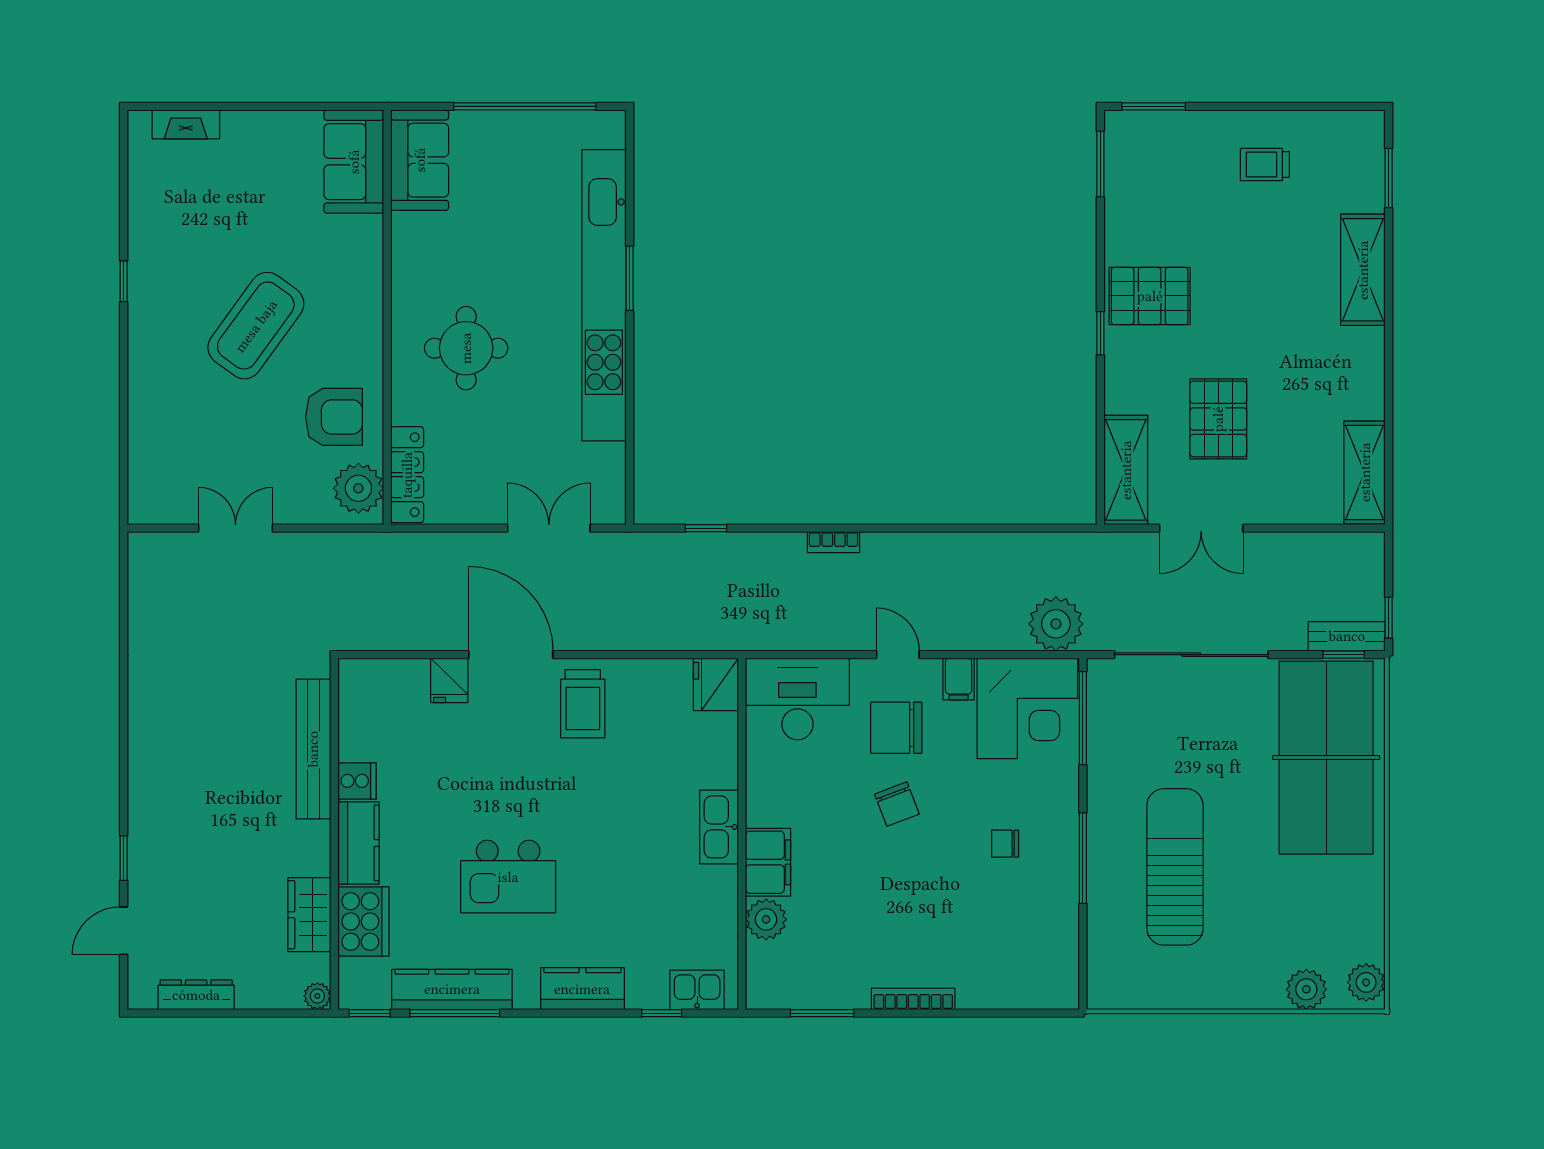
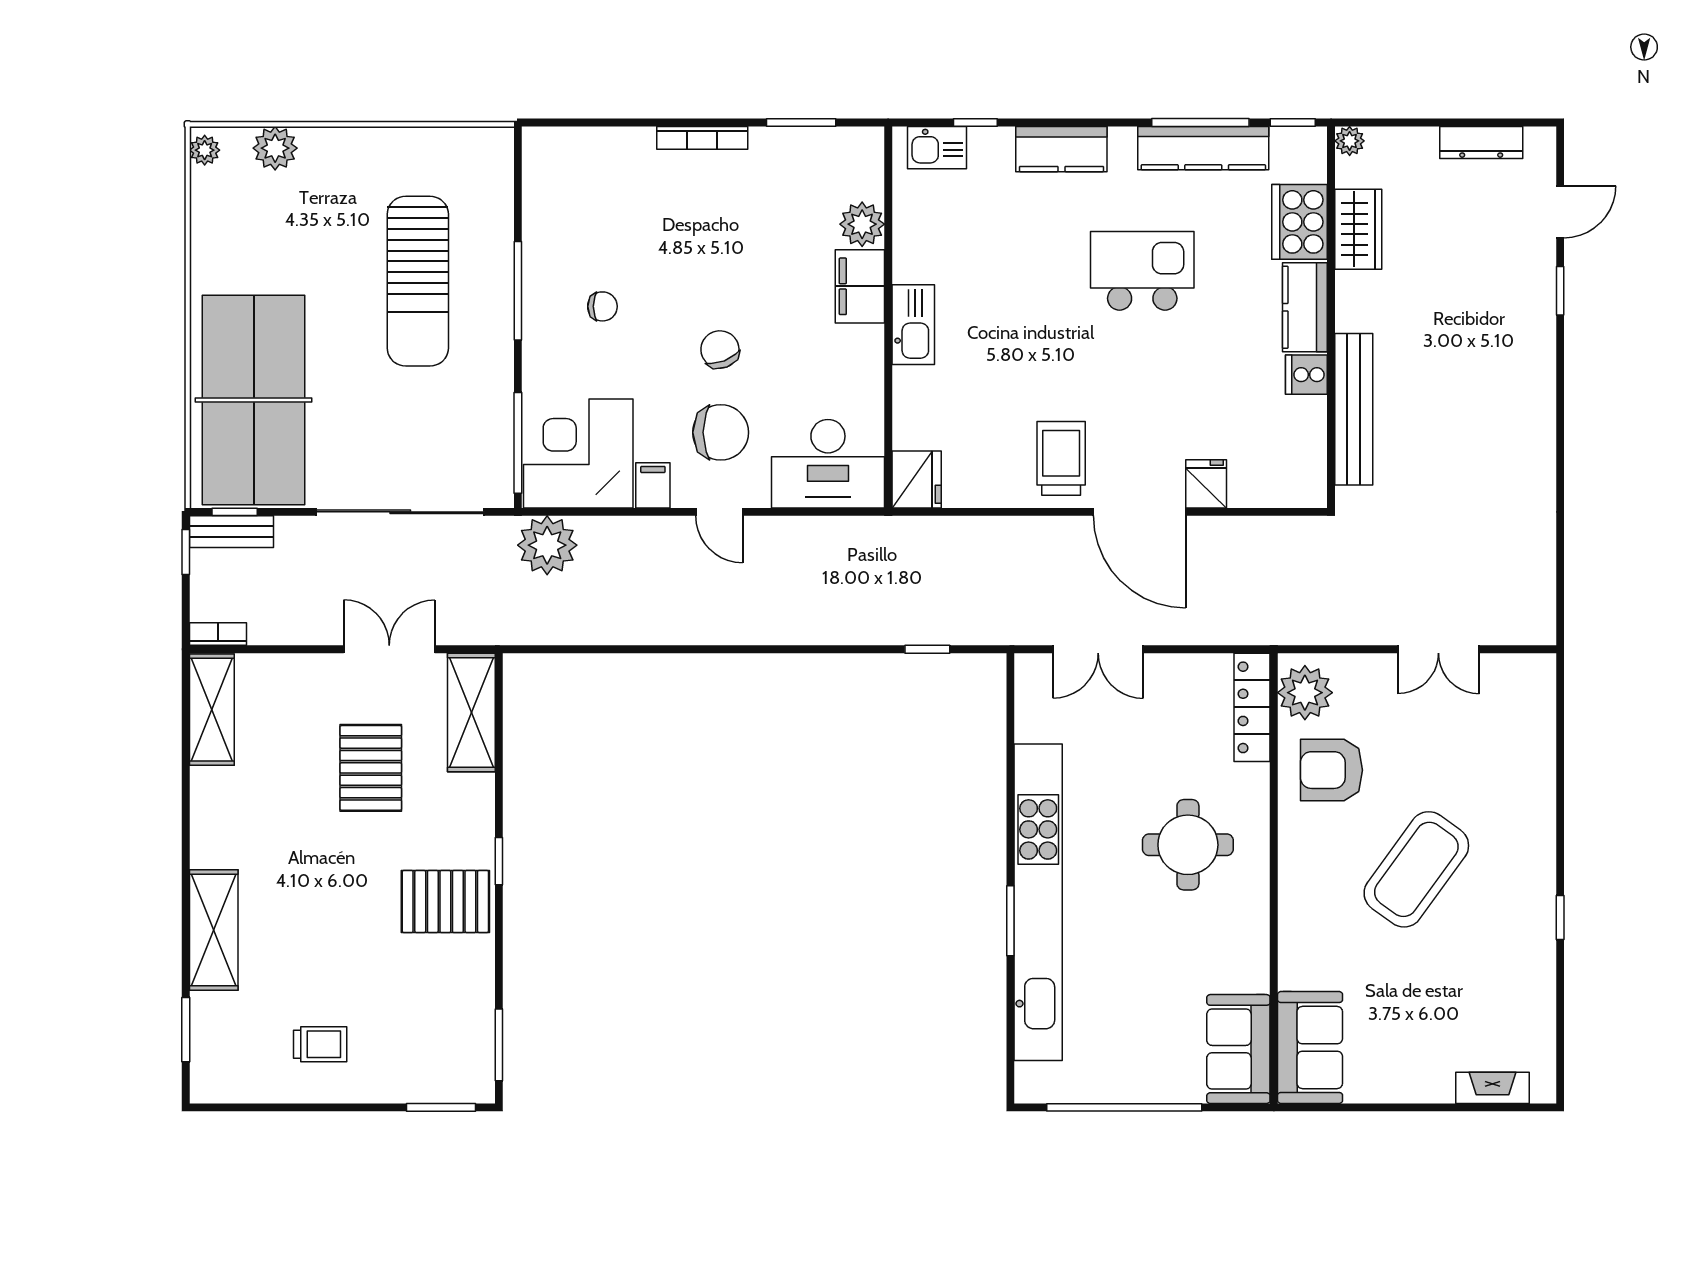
bookcase: (834, 542) -> (218, 634), moved
plant: (1366, 982) -> (205, 150), width x0.73, depth x0.73

